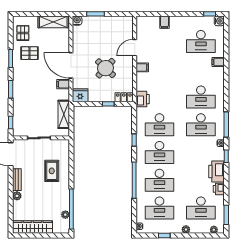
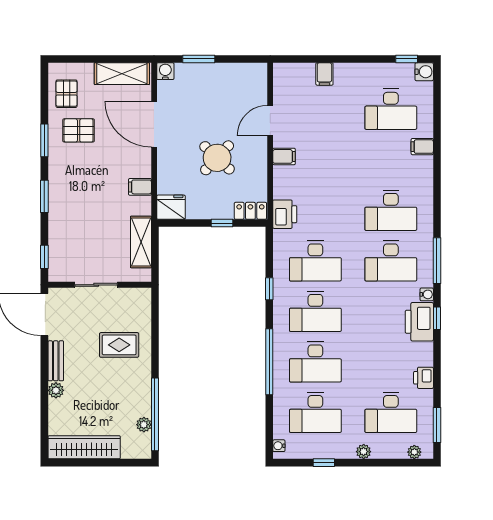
door: (71, 65) -> (154, 124), moved
rug: (52, 171) -> (119, 345), turned 90
printer: (217, 172) -> (419, 322), moved

